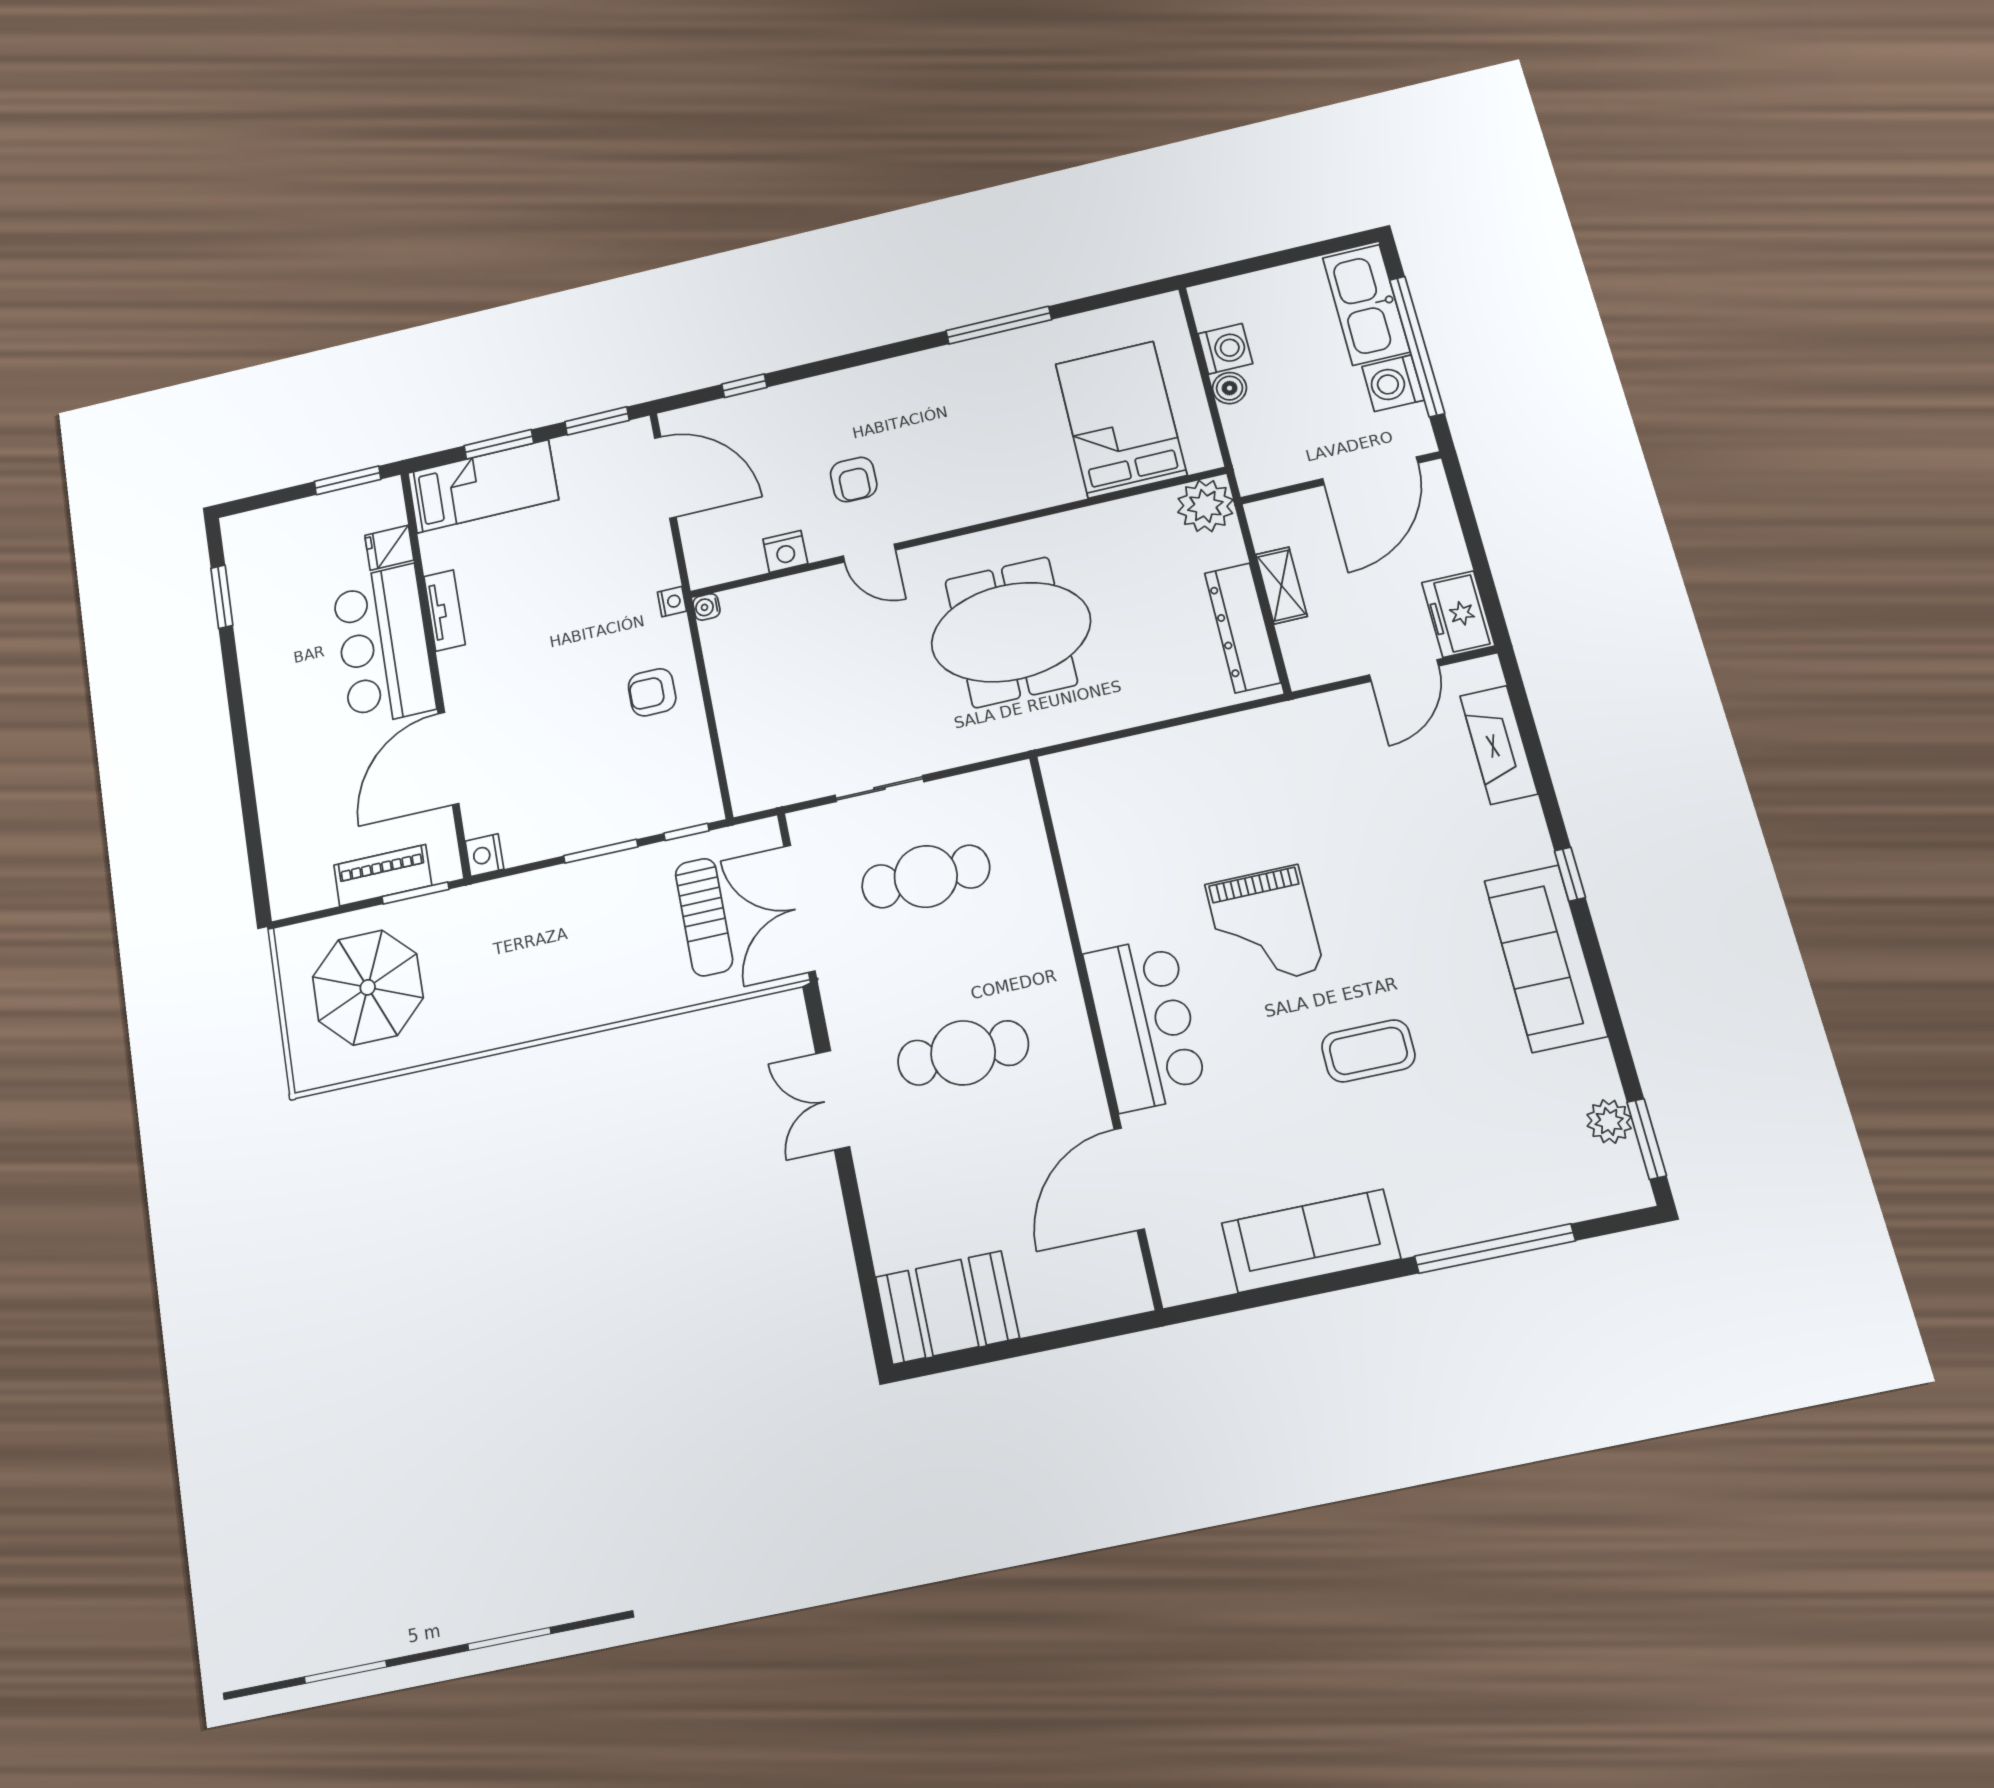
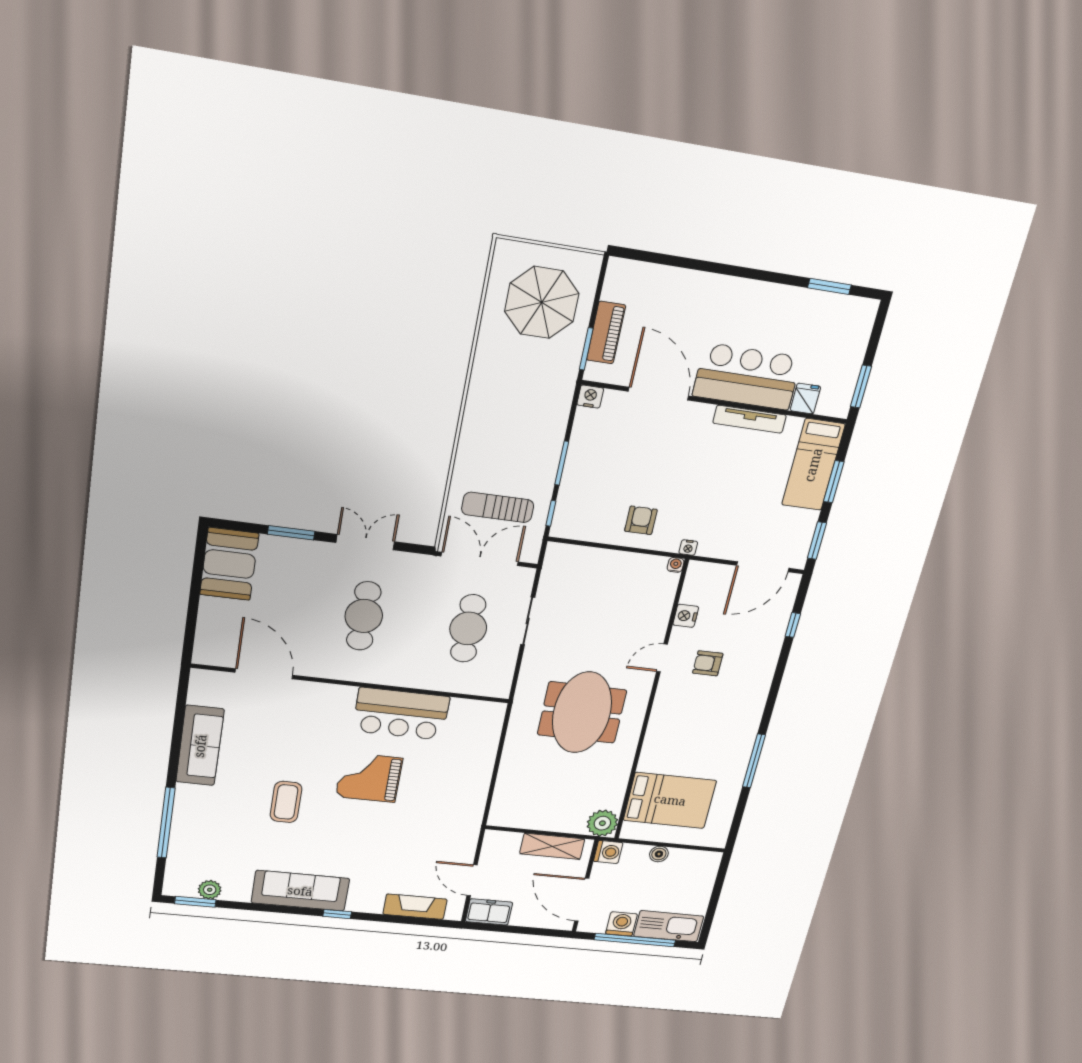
washing machine: (1225, 349) -> (608, 852), moved, turned -90
shelving: (1281, 585) -> (552, 846), width x1.50, depth x1.33
tv unit: (445, 610) -> (750, 419), width x1.41
dresser: (1242, 628) -> (530, 819), removed
bar counter: (1145, 1024) -> (401, 714), moved
window: (857, 1225) -> (291, 533), added

